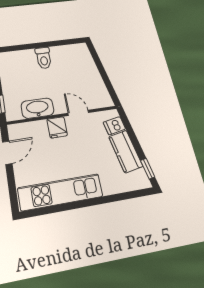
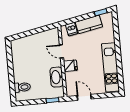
toilet: (44, 58) -> (22, 87), moved
door: (78, 113) -> (61, 51), hinge flipped

